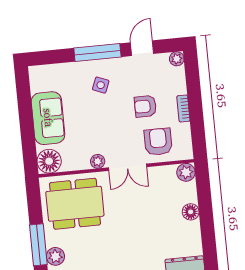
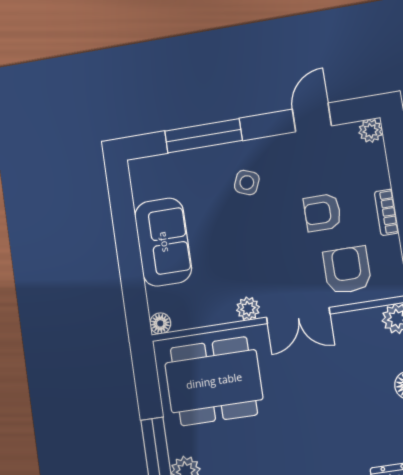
window: (97, 53) -> (203, 136), moved
floor lamp: (49, 161) -> (160, 323), width x0.53, depth x0.53

